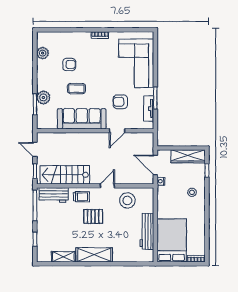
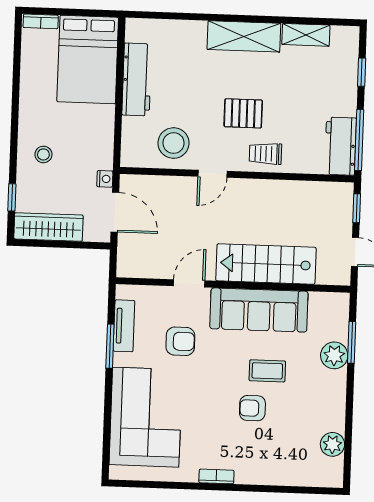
armchair: (69, 65) -> (252, 408), moved
stairs: (65, 175) -> (266, 264), moved, turned 180
workbench: (54, 195) -> (341, 146), moved, turned -90

